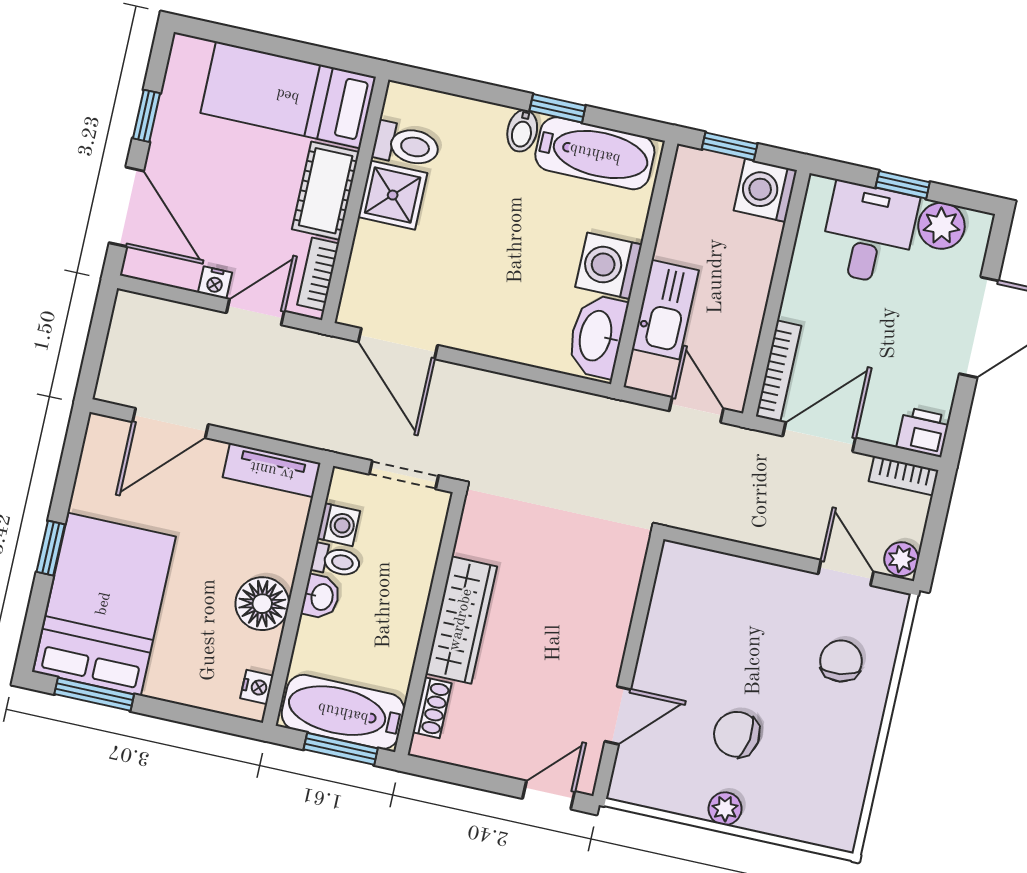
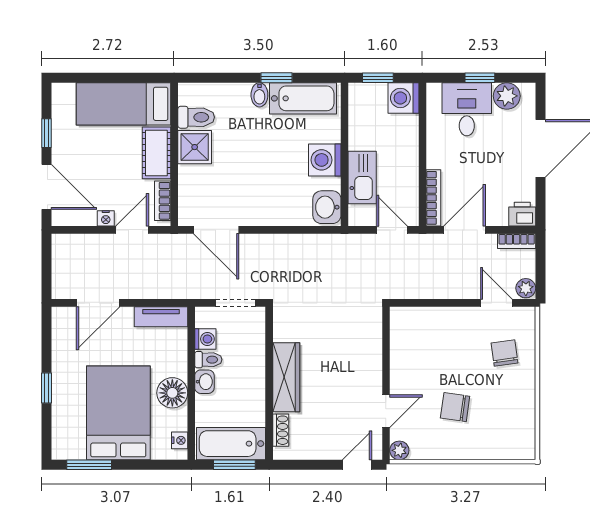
washbasin: (597, 336) -> (327, 207), width x0.72
bed: (104, 604) -> (118, 413), moved
plant: (725, 809) -> (399, 450), moved

